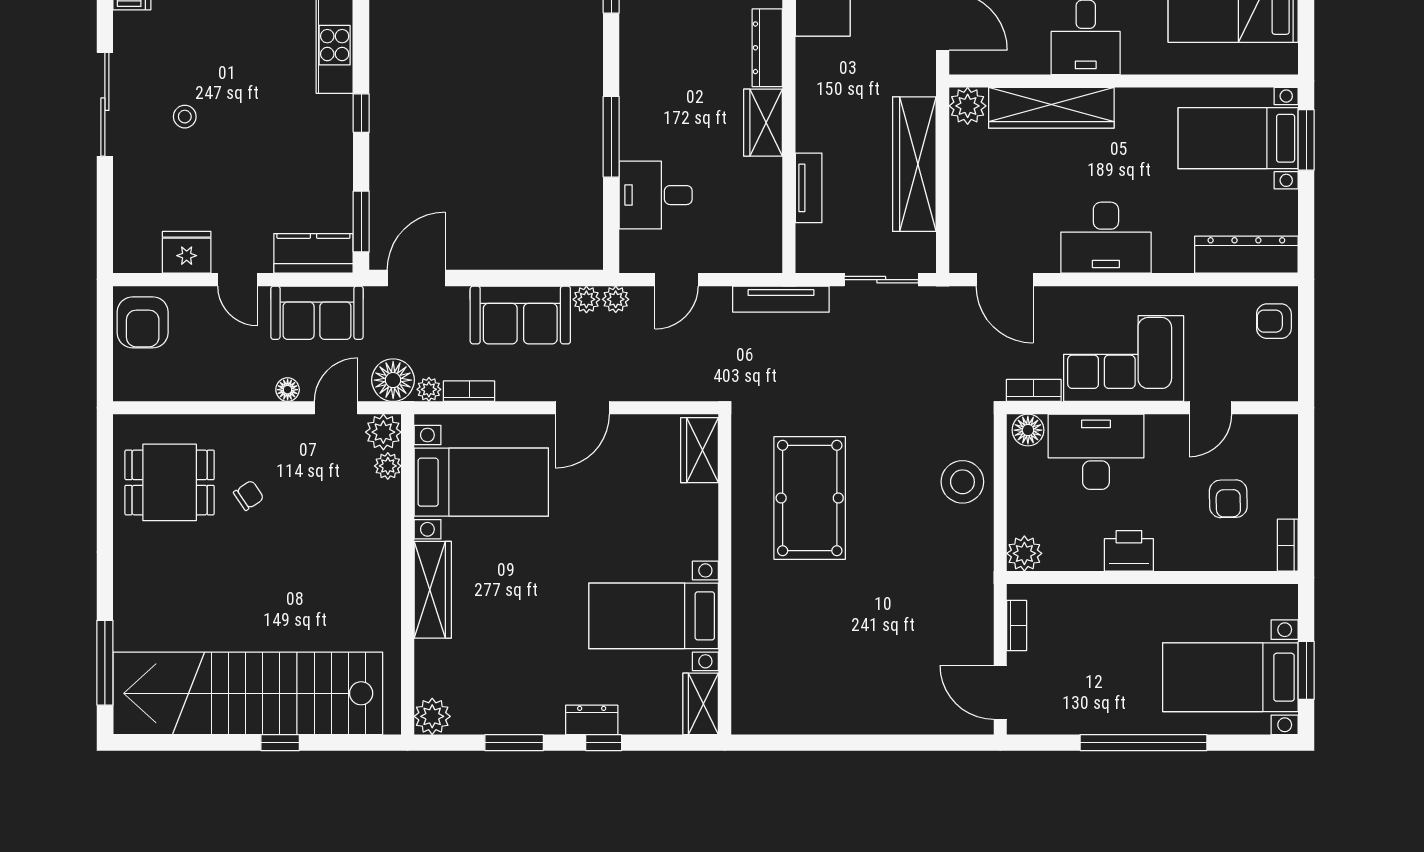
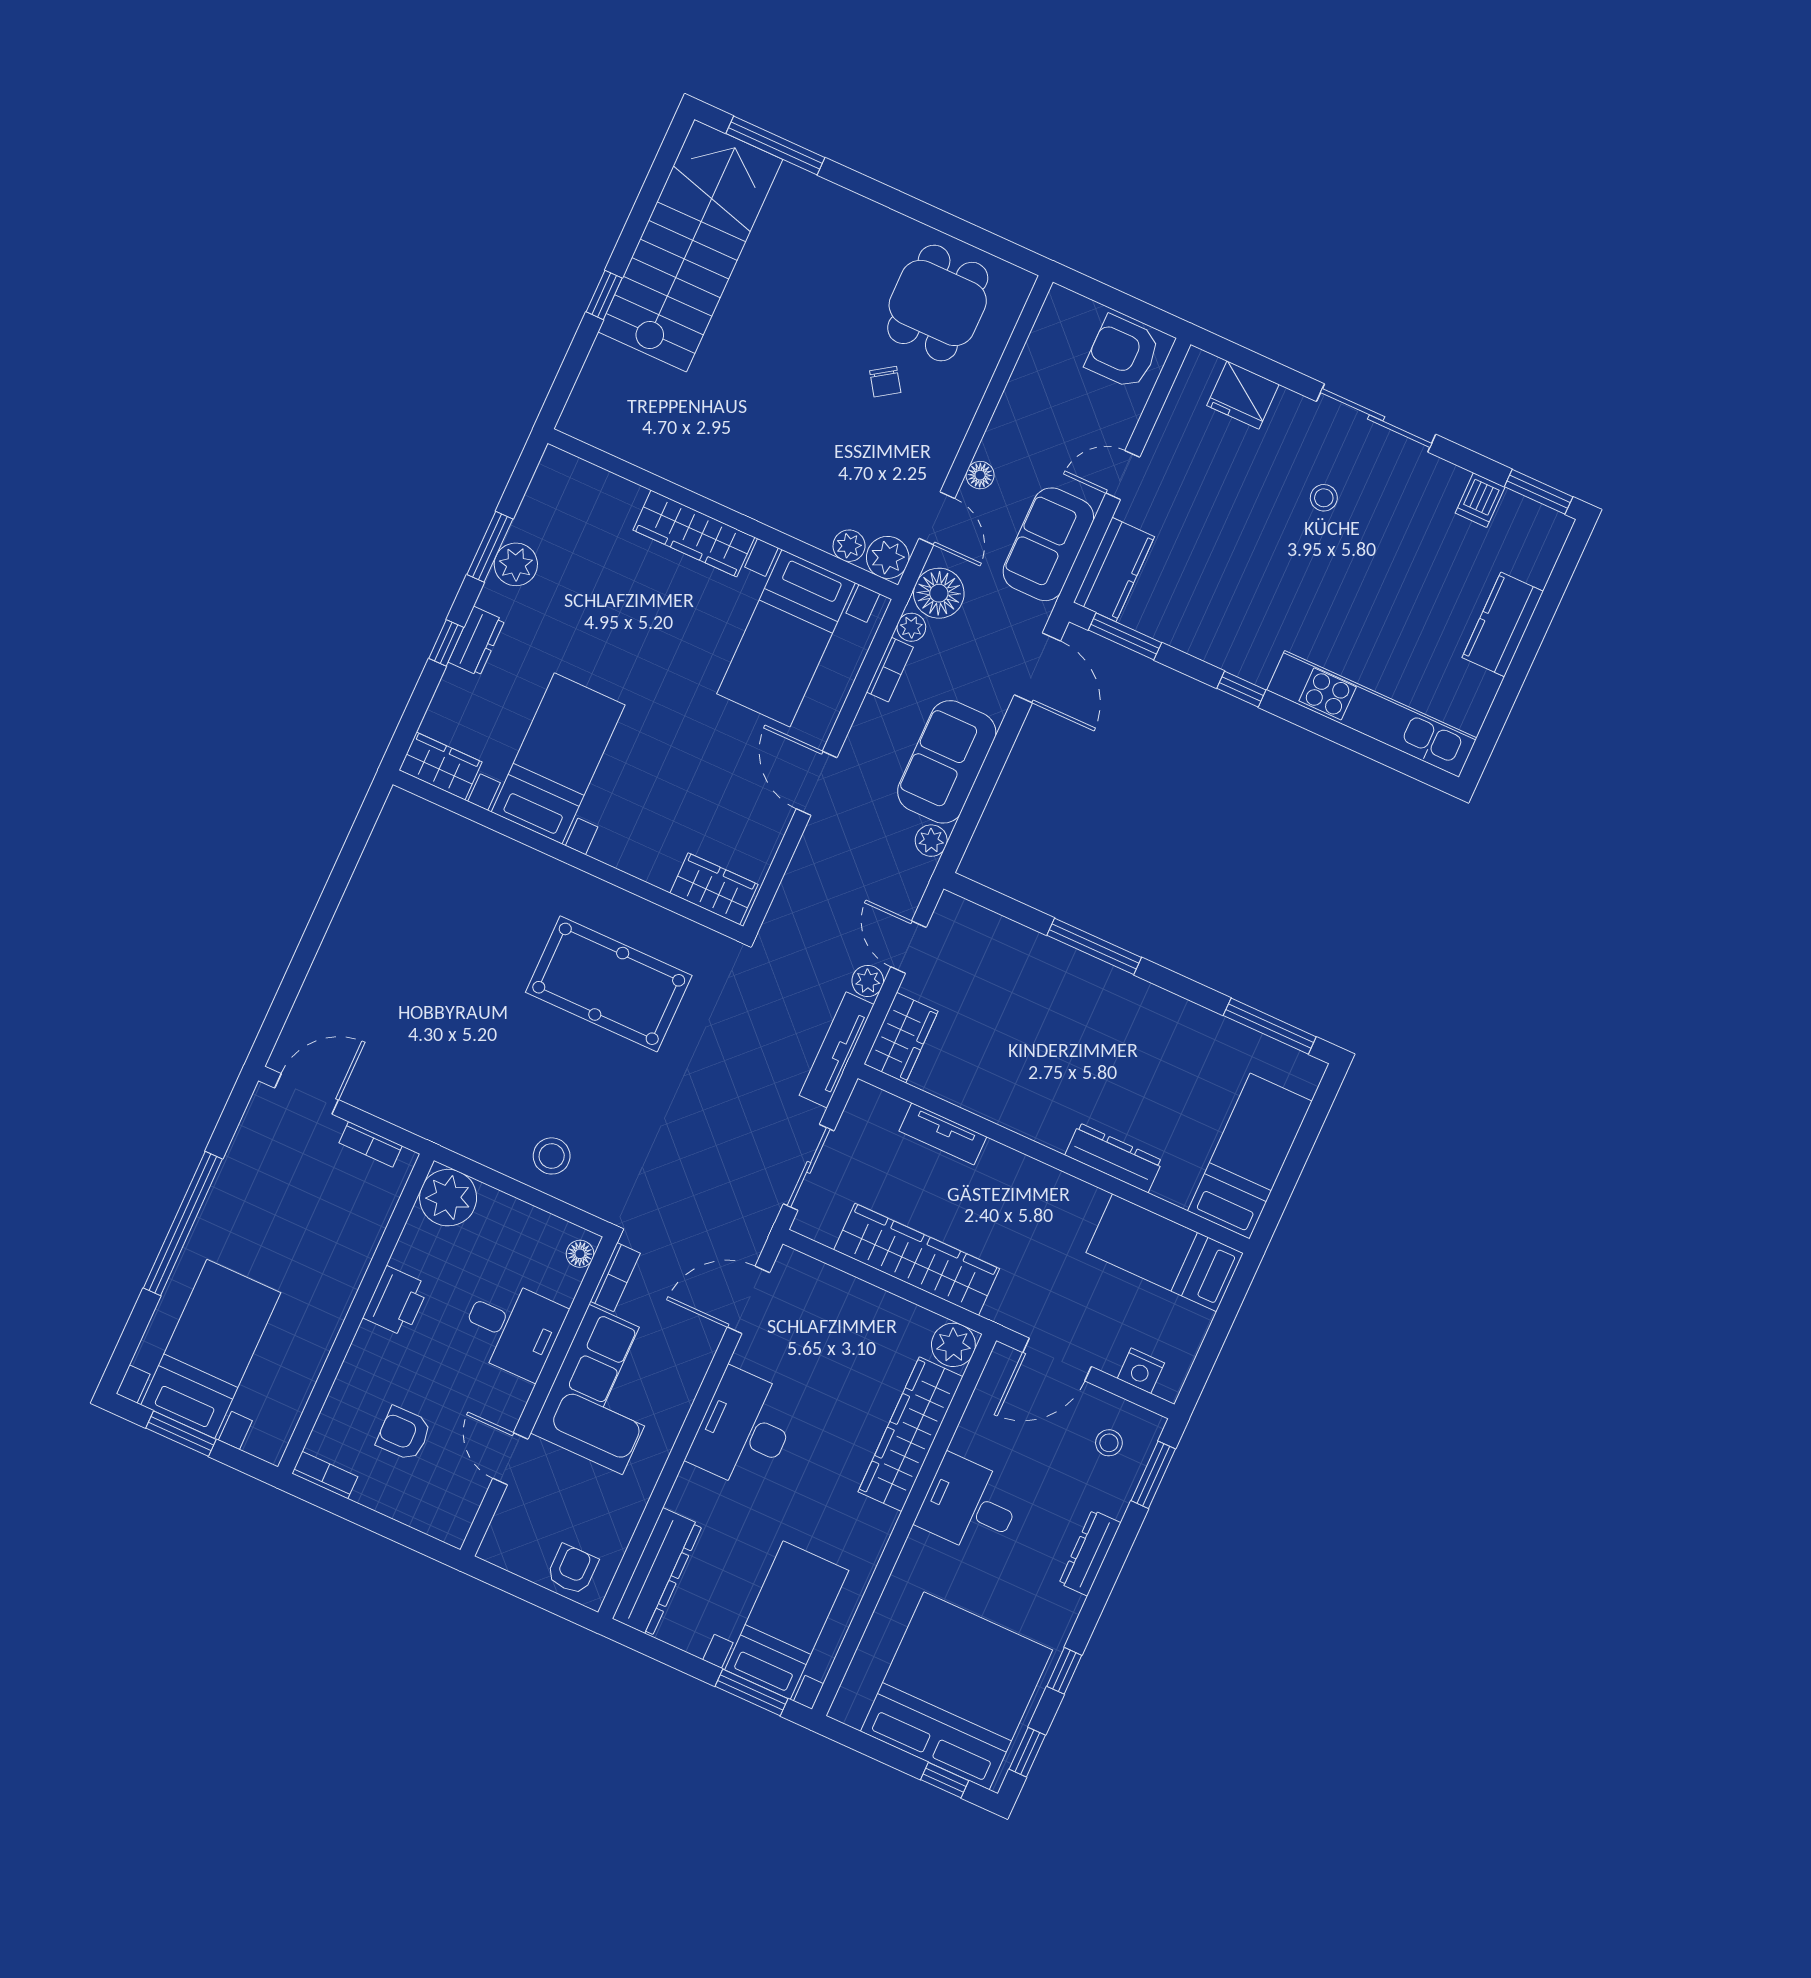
wardrobe: (763, 123) -> (901, 1038), moved, turned 90
desk: (656, 195) -> (1010, 966), removed
fridge: (187, 252) -> (1243, 395), moved, turned 90
plant: (616, 299) -> (868, 981), moved
floor lamp: (1028, 430) -> (580, 1254), width x0.73, depth x0.73
desk: (1096, 452) -> (512, 1328), width x0.73
stool: (962, 482) -> (552, 1156), width x0.73, depth x0.73
plant: (1024, 553) -> (448, 1198), width x1.36, depth x1.36
stairs: (248, 693) -> (690, 246), width x0.73
plant: (432, 716) -> (516, 564), moved

